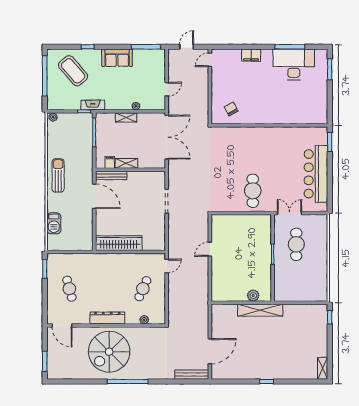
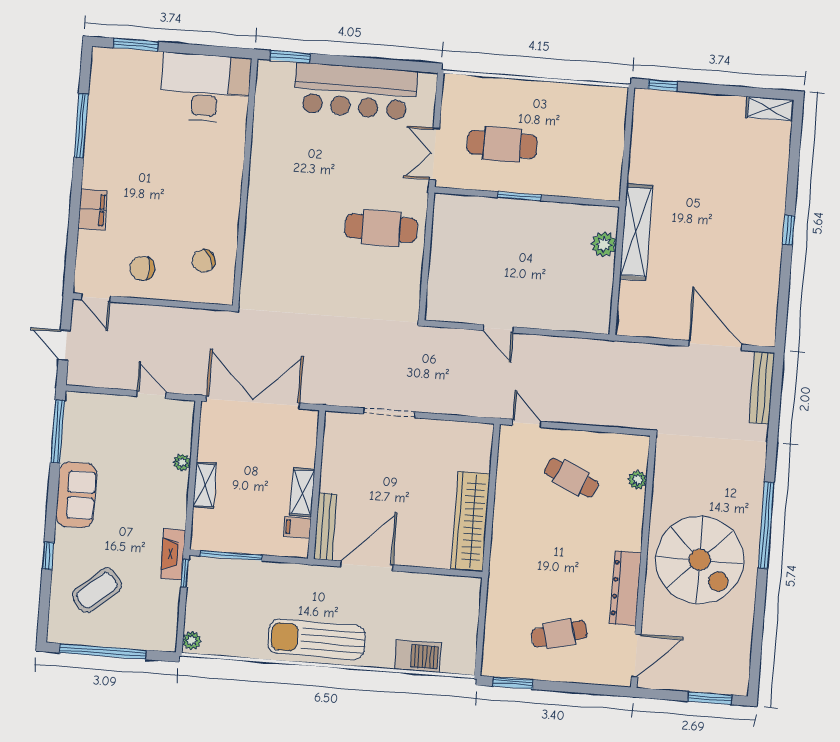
desk: (294, 64) -> (205, 88), moved, turned 90
coffee table: (73, 71) -> (97, 590), width x0.73, depth x0.76
chair: (225, 80) -> (142, 268), added
sun lounger: (58, 175) -> (317, 639), width x1.36, depth x1.34
dresser: (107, 318) -> (625, 588), moved

